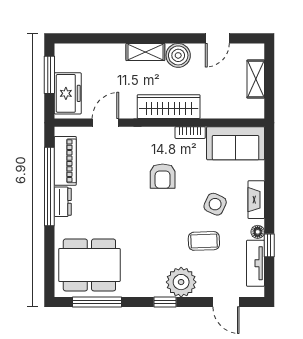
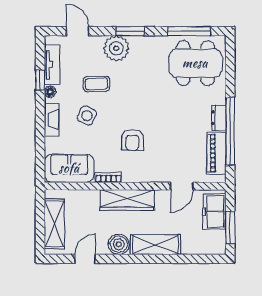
shelving: (145, 52) -> (155, 245), width x1.50, depth x1.33
shelving: (256, 79) -> (54, 224), width x1.50, depth x1.33
armchair: (163, 176) -> (132, 140), turned 180
window: (165, 302) -> (130, 31), width x1.50

